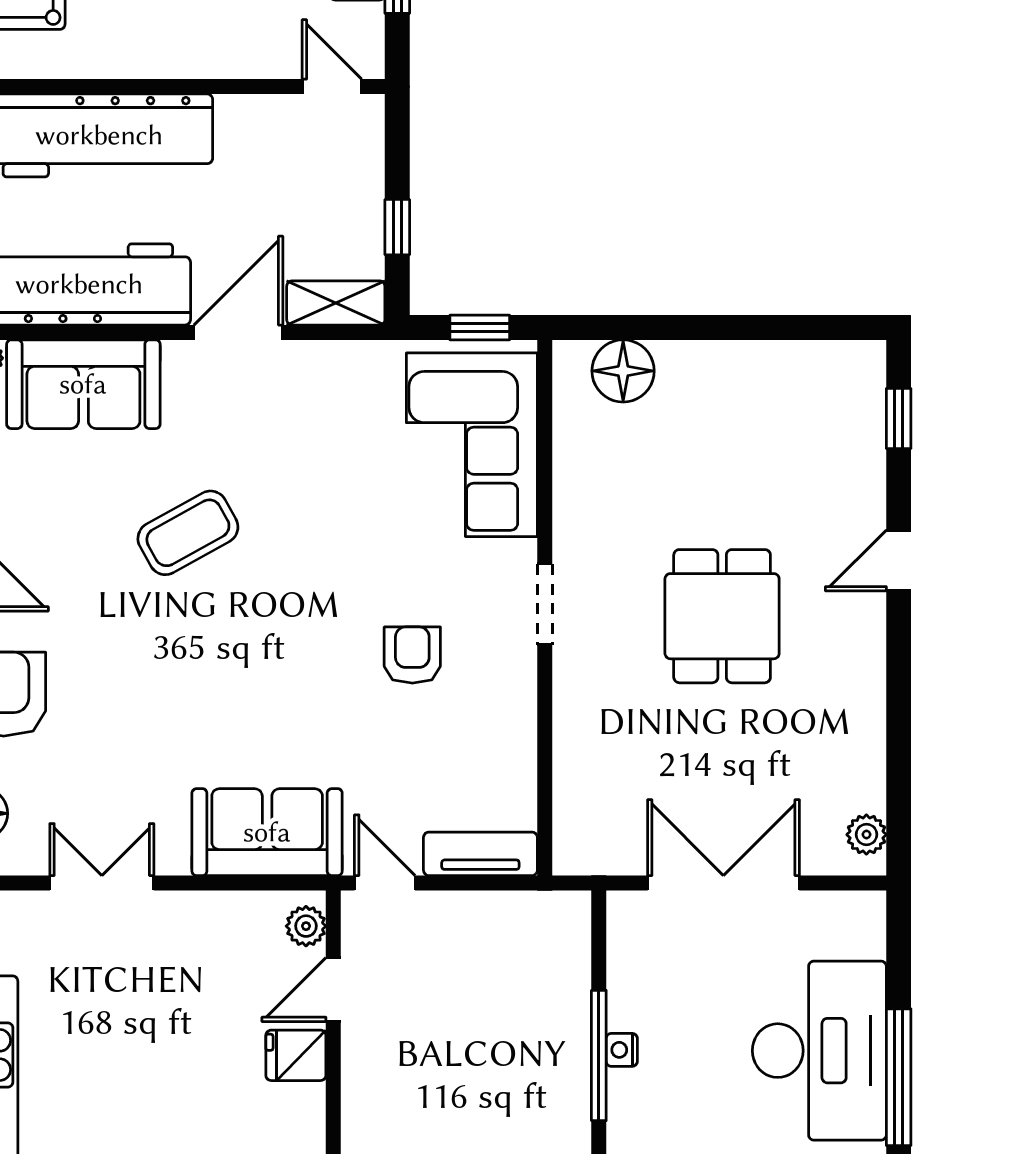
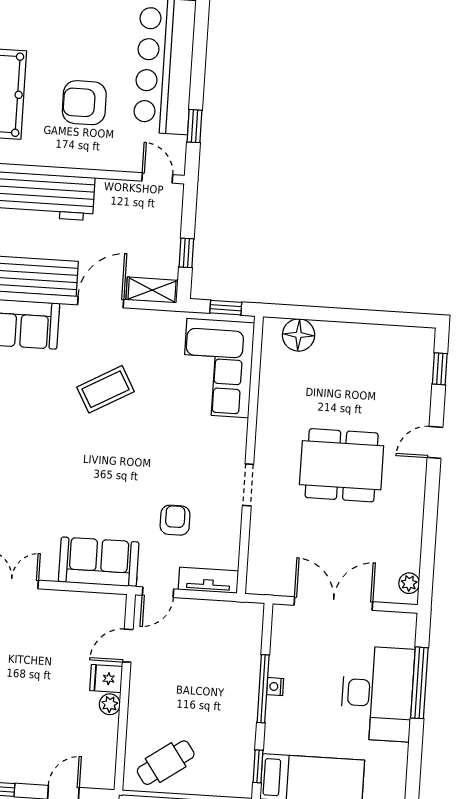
coffee table: (188, 533) -> (105, 389), moved
doorway: (545, 604) -> (248, 485), moved
dining table: (722, 616) -> (342, 465), width x1.38
armchair: (412, 655) -> (175, 520), moved
door: (385, 883) -> (158, 592), swing flipped
plant: (306, 926) -> (110, 704), moved
window: (899, 1077) -> (419, 683), moved

